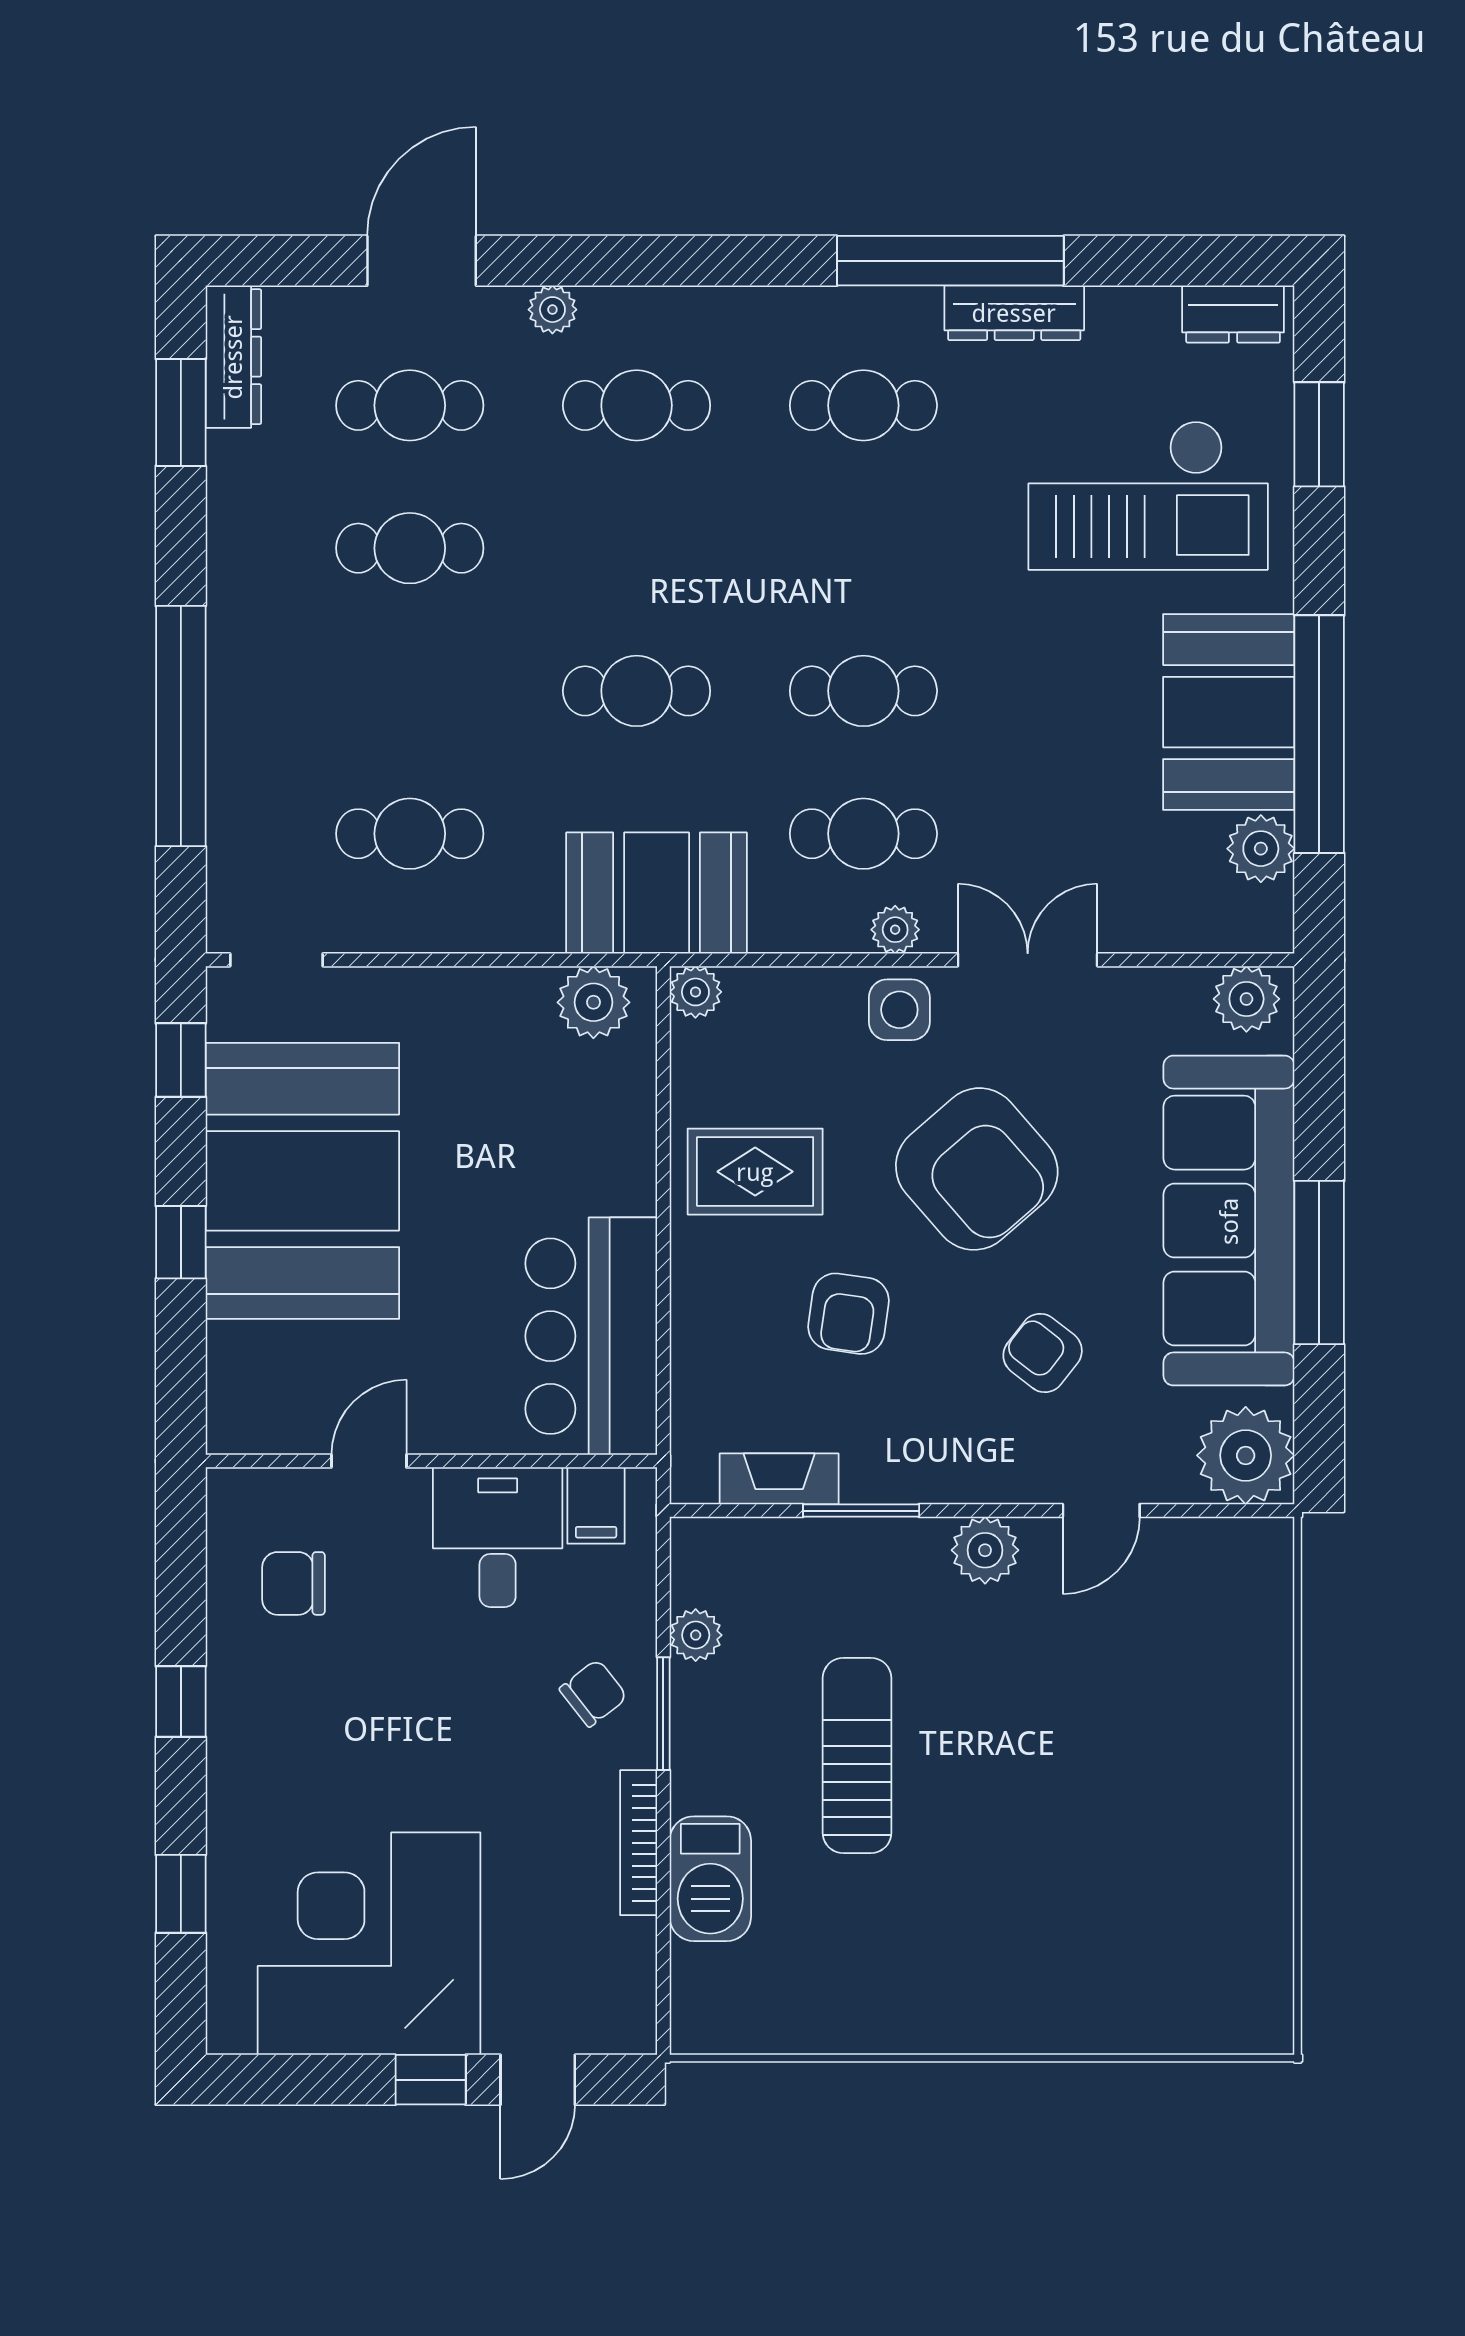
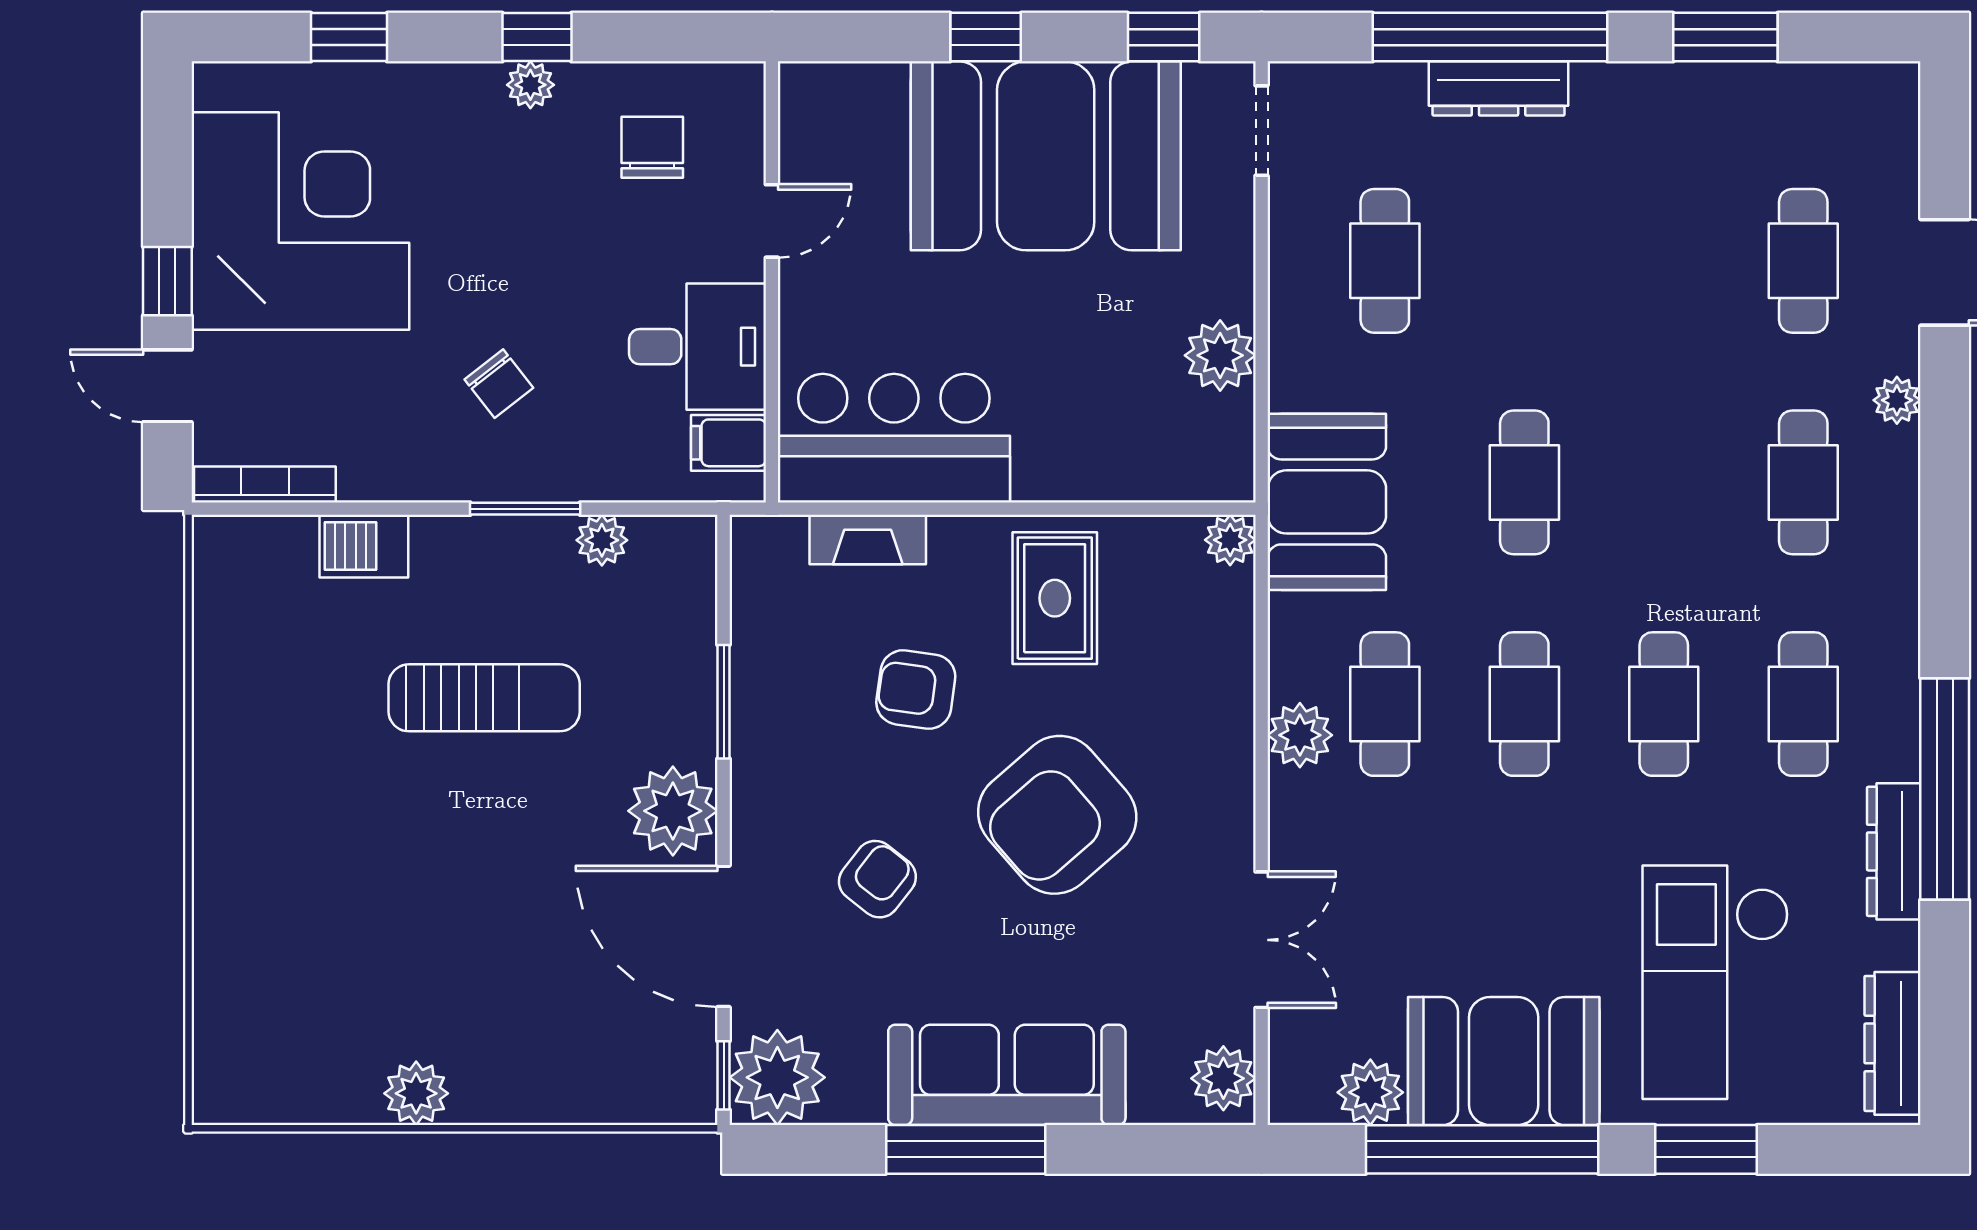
dresser: (1233, 314) -> (1893, 1043), width x1.44
dresser: (233, 357) -> (1499, 88), moved
window: (181, 412) -> (1725, 37), moved
window: (1319, 434) -> (1706, 1149), moved
cafe table: (410, 548) -> (1664, 704), moved
plant: (895, 930) -> (1300, 735), width x1.38, depth x1.38
double door: (1028, 960) -> (1262, 940), moved
plant: (593, 1002) -> (1220, 355), moved
side table: (899, 1010) -> (1213, 739), removed
sofa: (1229, 1221) -> (1007, 1075), width x0.74, depth x0.79
door: (369, 1461) -> (772, 221), hinge flipped
fireplace: (779, 1479) -> (868, 539), moved, turned 90
door: (1101, 1511) -> (724, 936), width x1.87
window: (1243, 1511) -> (724, 1075), added
plant: (985, 1550) -> (673, 811), width x1.36, depth x1.36
chair: (593, 1693) -> (499, 384), moved
plant: (230, 1708) -> (530, 85), added
plant: (1262, 1825) -> (416, 1093), added
bookcase: (639, 1843) -> (265, 484), moved
barbecue: (710, 1879) -> (364, 546), width x0.73, depth x0.79

